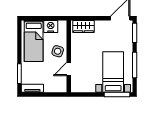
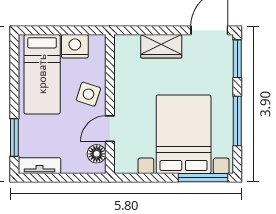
wardrobe: (83, 26) -> (161, 46), moved
bed with nightstands: (113, 72) -> (184, 134), width x1.36
floor lamp: (62, 82) -> (97, 154), added

